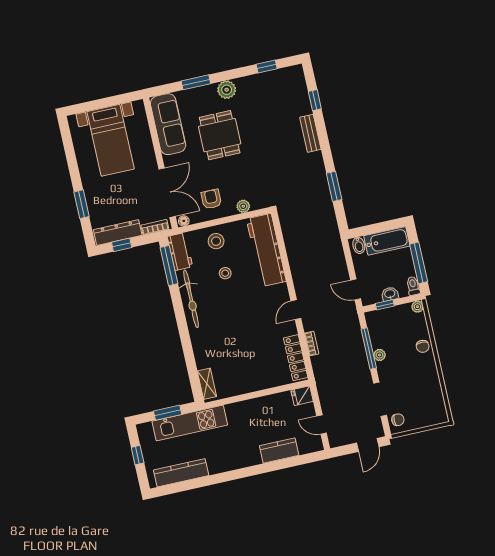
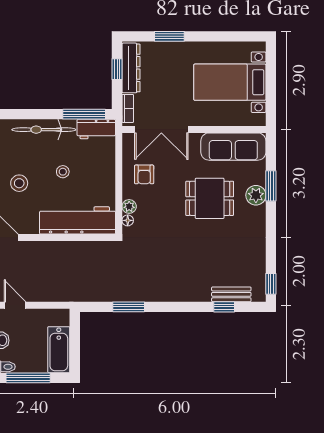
window: (267, 67) -> (271, 284), moved
plant: (227, 90) -> (256, 195), moved
bench: (310, 133) -> (231, 294), moved
armchair: (211, 199) -> (144, 174), turned 90
floor lamp: (184, 221) -> (128, 220), moved
stool: (216, 241) -> (19, 183), moved
bidet: (359, 245) -> (61, 319), removed
door: (356, 289) -> (15, 305), hinge flipped

